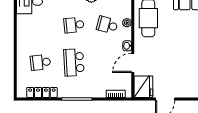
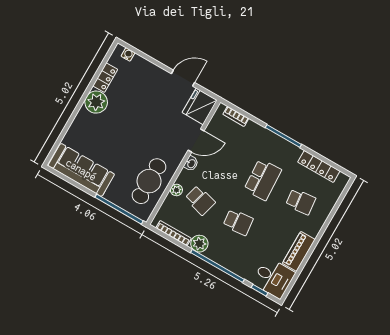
piano: (23, 29) -> (299, 251), added

